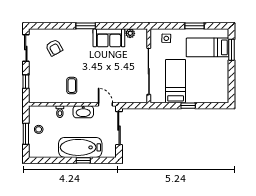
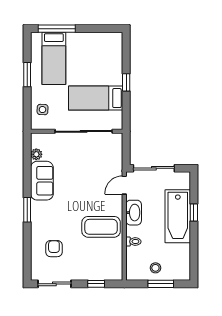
armchair: (54, 48) -> (54, 249), turned -61
window: (232, 50) -> (57, 29), width x1.44
coffee table: (72, 86) -> (101, 227), width x1.86, depth x1.72

